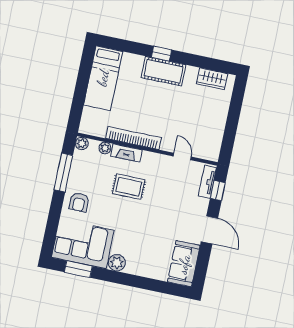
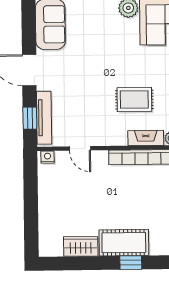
wardrobe: (212, 79) -> (81, 246), moved
nightstand: (210, 155) -> (48, 157), added
tv unit: (207, 182) -> (44, 118), width x1.41

